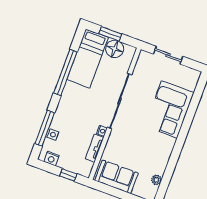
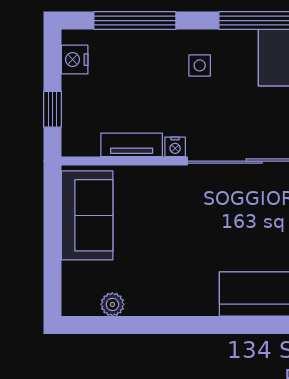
side table: (53, 135) -> (200, 65), moved

